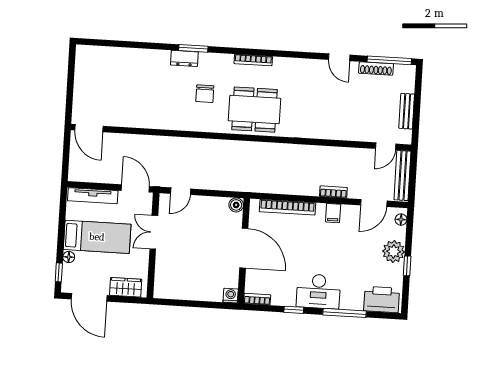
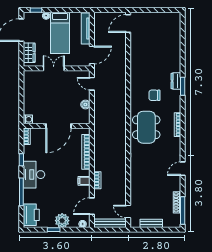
door: (339, 57) -> (183, 169), moved
door: (374, 203) -> (92, 206), hinge flipped
boiler: (236, 205) -> (85, 105), moved
double door: (154, 232) -> (54, 68), moved

